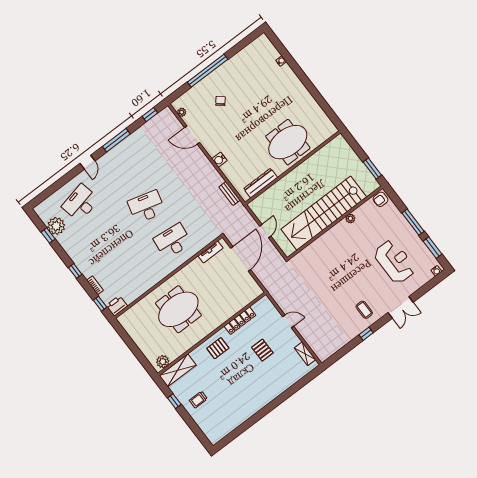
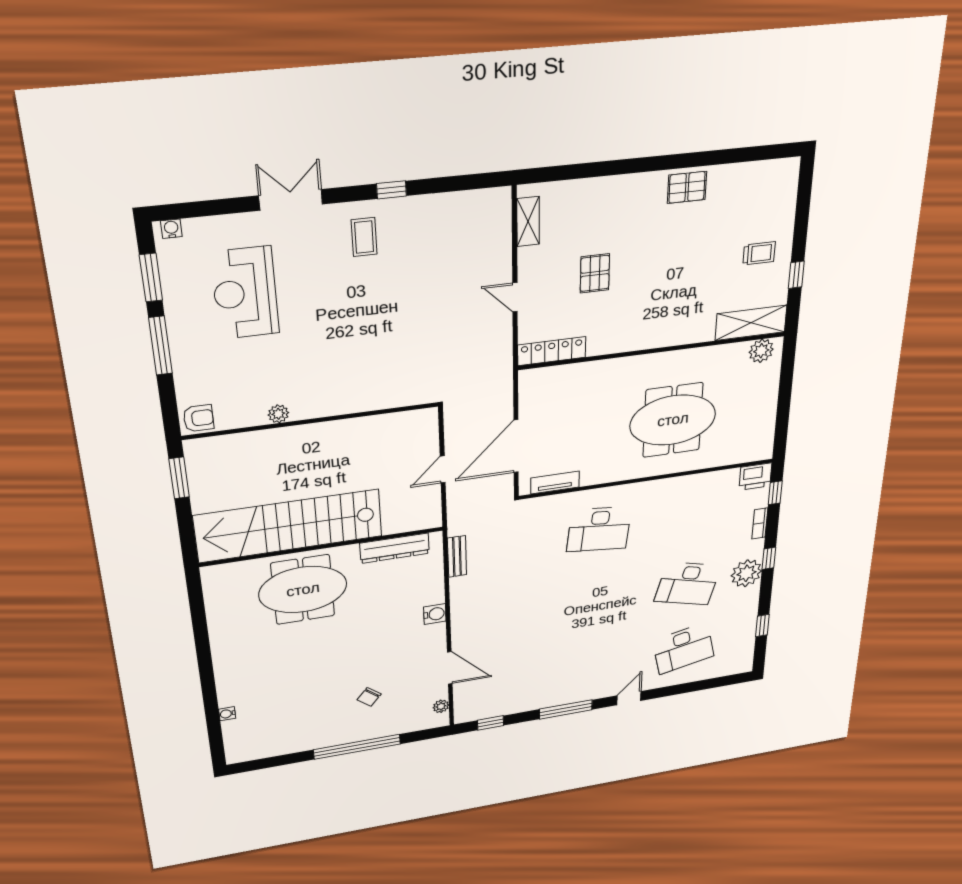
desk: (146, 207) -> (688, 584), moved
stairs: (324, 213) -> (289, 526), moved, turned 180
plant: (56, 226) -> (746, 573), moved
locker: (240, 321) -> (552, 351), moved
pallet: (218, 348) -> (687, 187), moved

